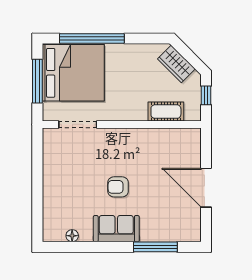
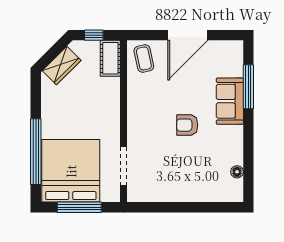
cot: (166, 112) -> (110, 58), moved
coffee table: (183, 144) -> (144, 58), added
armchair: (118, 187) -> (187, 125), turned 90
sofa: (116, 229) -> (230, 101), moved

